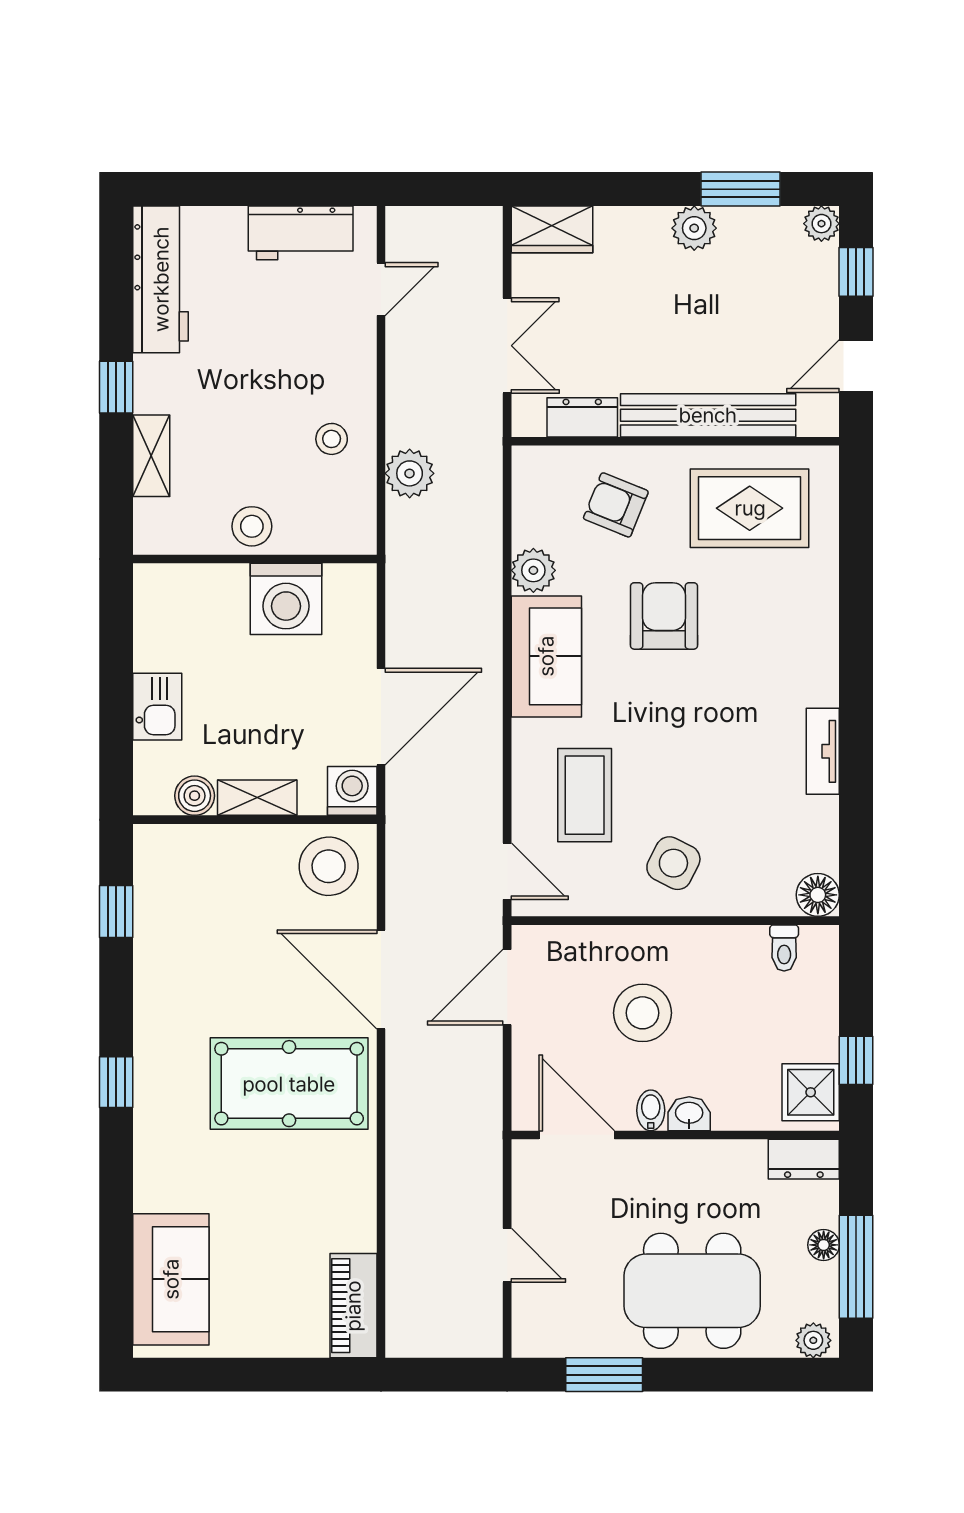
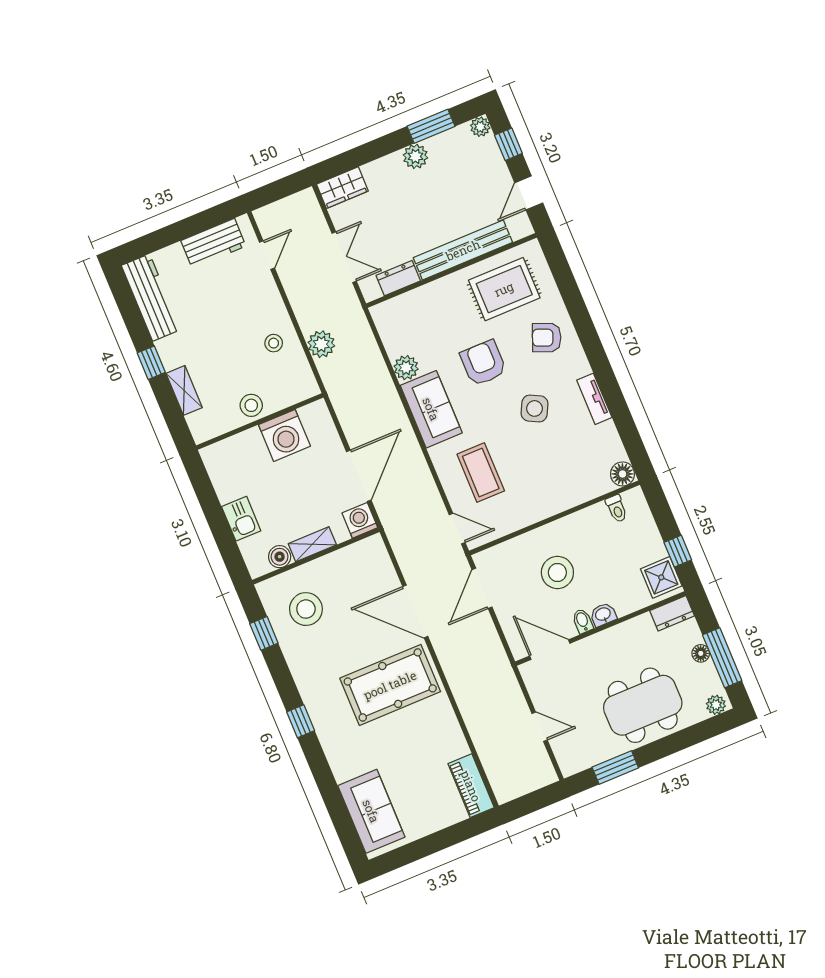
armchair: (616, 505) -> (547, 338), moved
side table: (673, 863) -> (534, 408), moved
stool: (329, 866) -> (306, 609), moved

